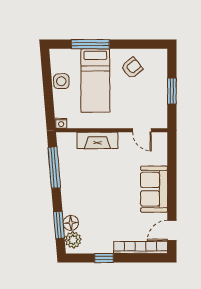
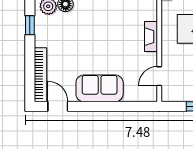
fireplace: (97, 140) -> (151, 37), width x0.73, depth x0.76
window: (104, 258) -> (30, 25), moved

